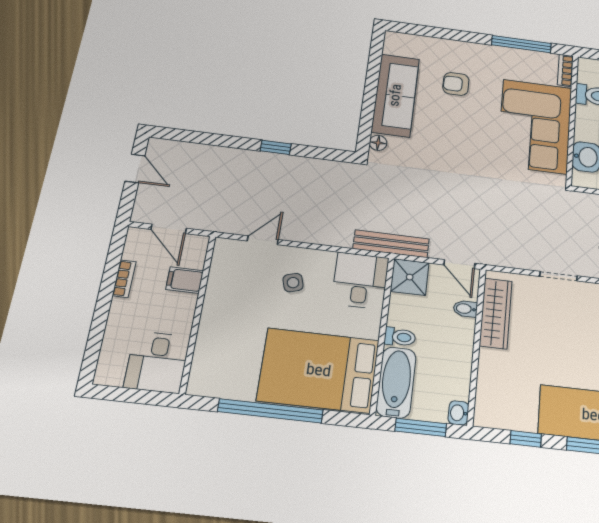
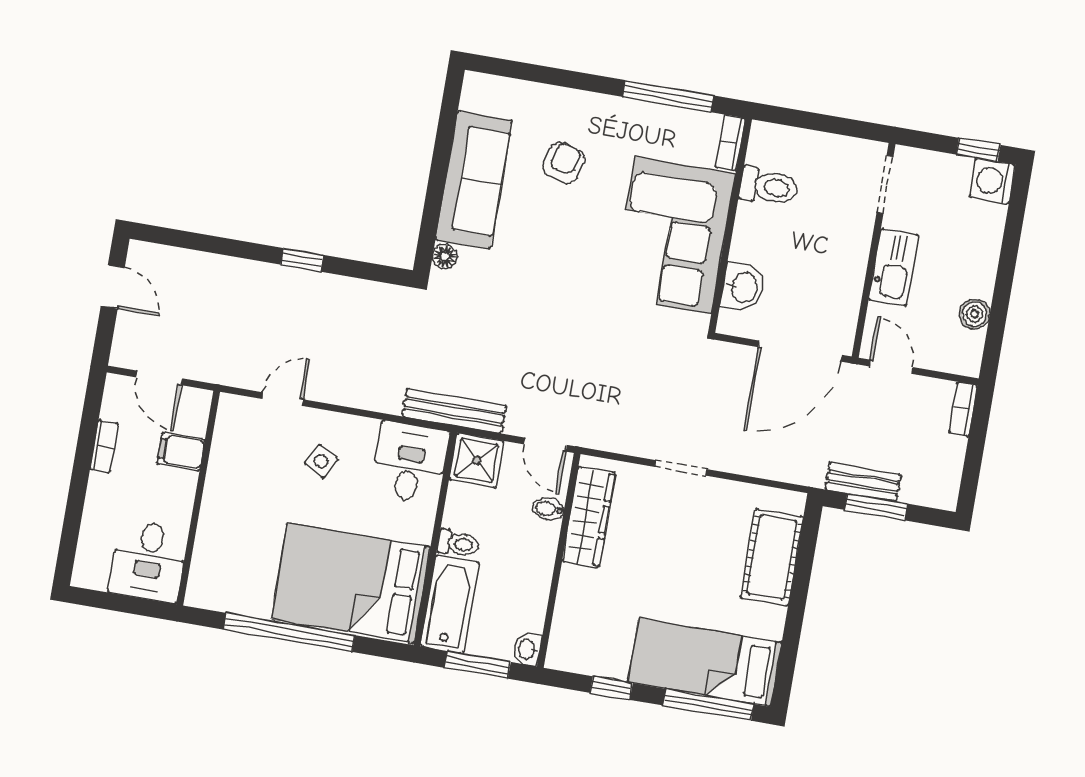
armchair: (456, 84) -> (564, 163), turned 105
side table: (293, 283) -> (321, 461), turned 45

